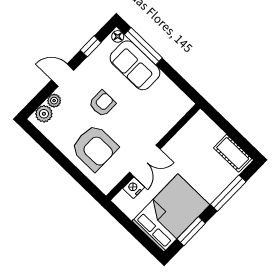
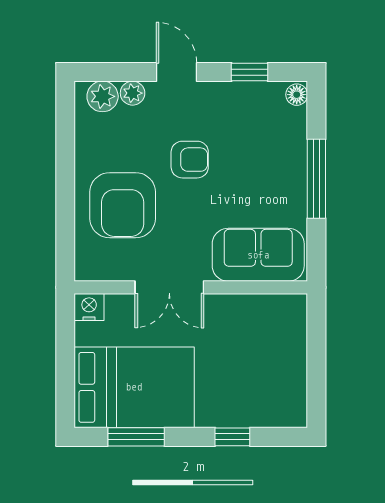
window: (143, 46) -> (316, 179), moved
sofa: (135, 65) -> (258, 255), moved, turned 90
cot: (233, 153) -> (290, 392), removed
nightstand: (134, 188) -> (89, 307), moved
window: (228, 193) -> (232, 437), width x0.46

